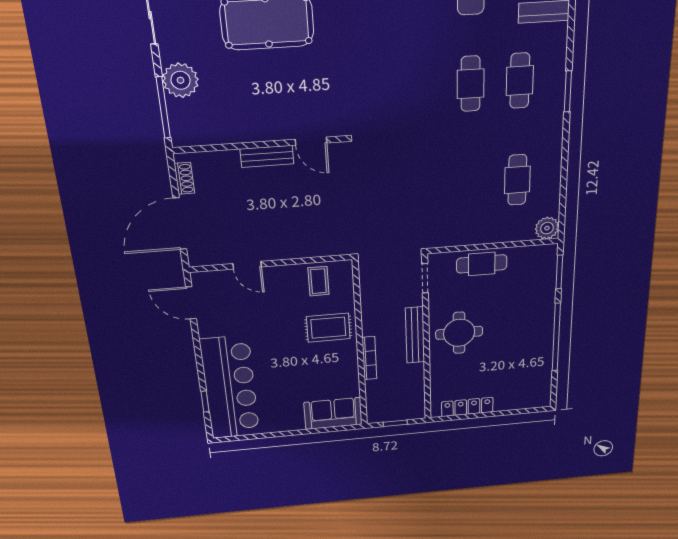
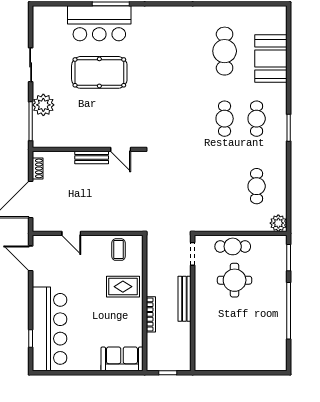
round table: (459, 333) -> (235, 280), moved
locker: (467, 407) -> (223, 364), removed

